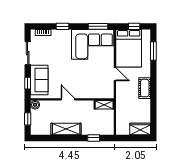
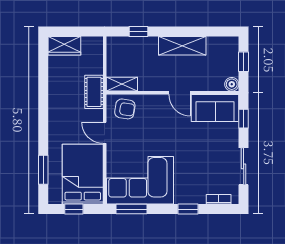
sofa: (39, 80) -> (215, 108), moved, turned -90
cot: (145, 88) -> (94, 92), moved
armchair: (102, 89) -> (125, 109), added

